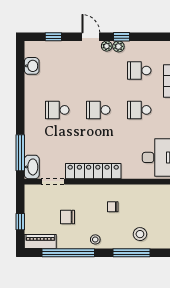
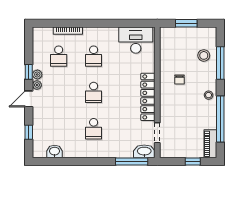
chair: (68, 217) -> (189, 120), removed

